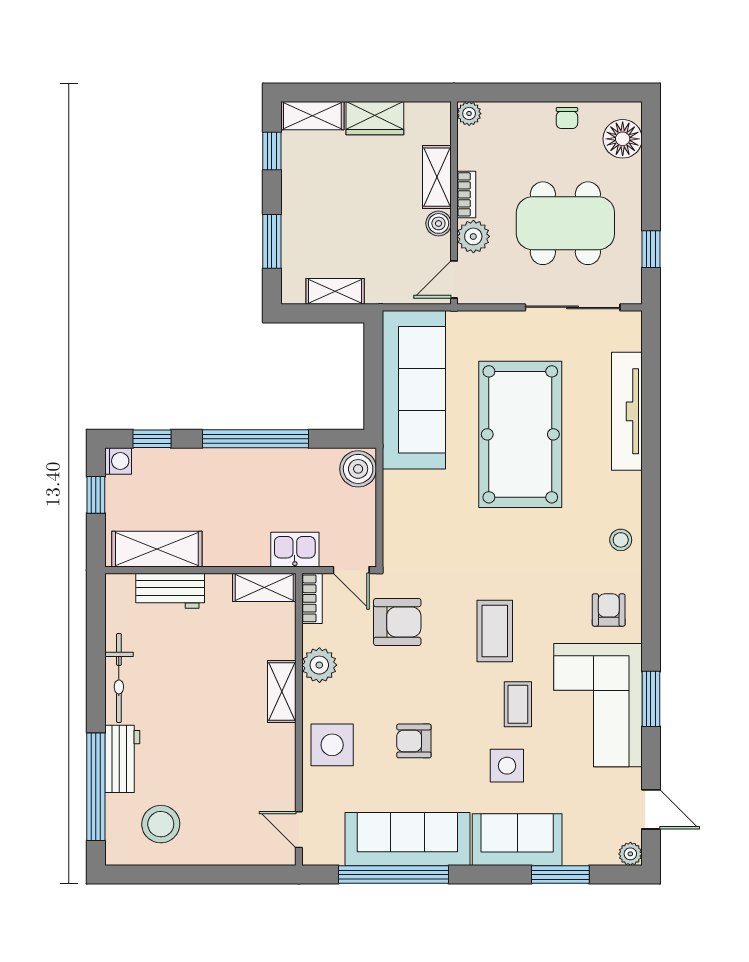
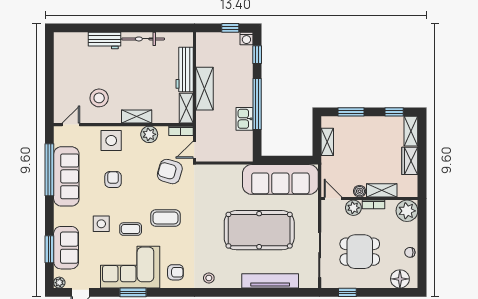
plant: (469, 114) -> (407, 211), width x1.88, depth x1.88
dining table: (565, 223) -> (360, 252), width x0.73
boiler: (358, 469) -> (243, 153), removed
shelving: (157, 549) -> (204, 89), moved
kitchen sink: (295, 550) -> (244, 119), moved, turned 180
workbench: (170, 591) -> (185, 69), width x1.38
armchair: (397, 622) -> (170, 172), turned 106
window: (96, 787) -> (91, 28), removed
stool: (161, 824) -> (99, 98), moved
sofa: (517, 840) -> (66, 248), moved

